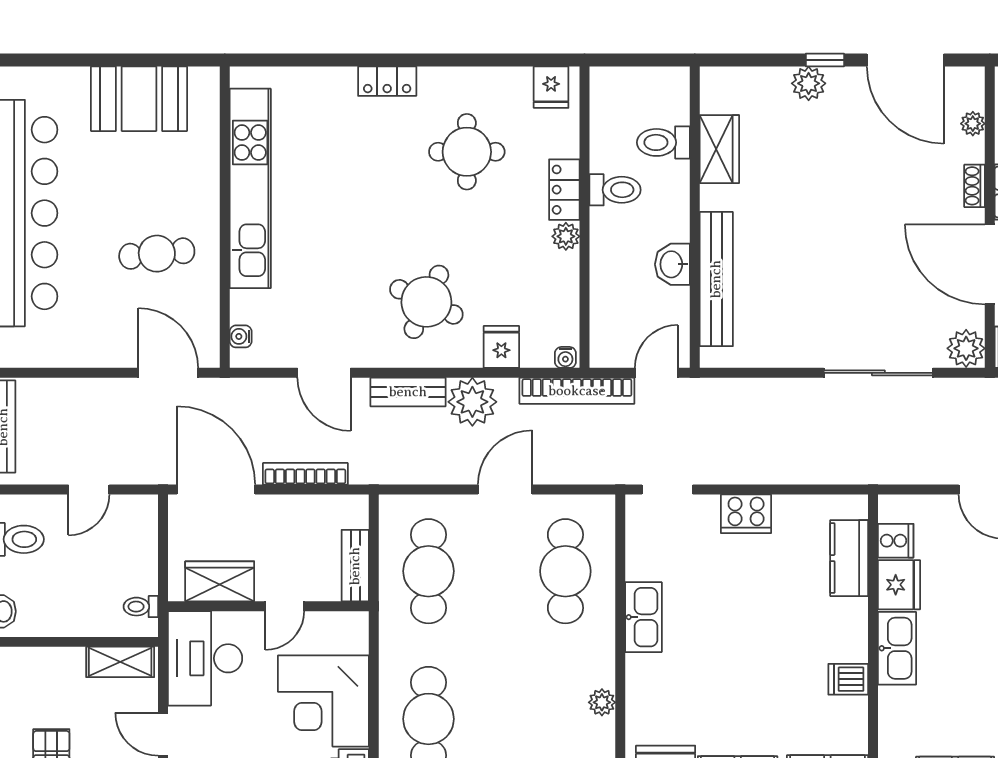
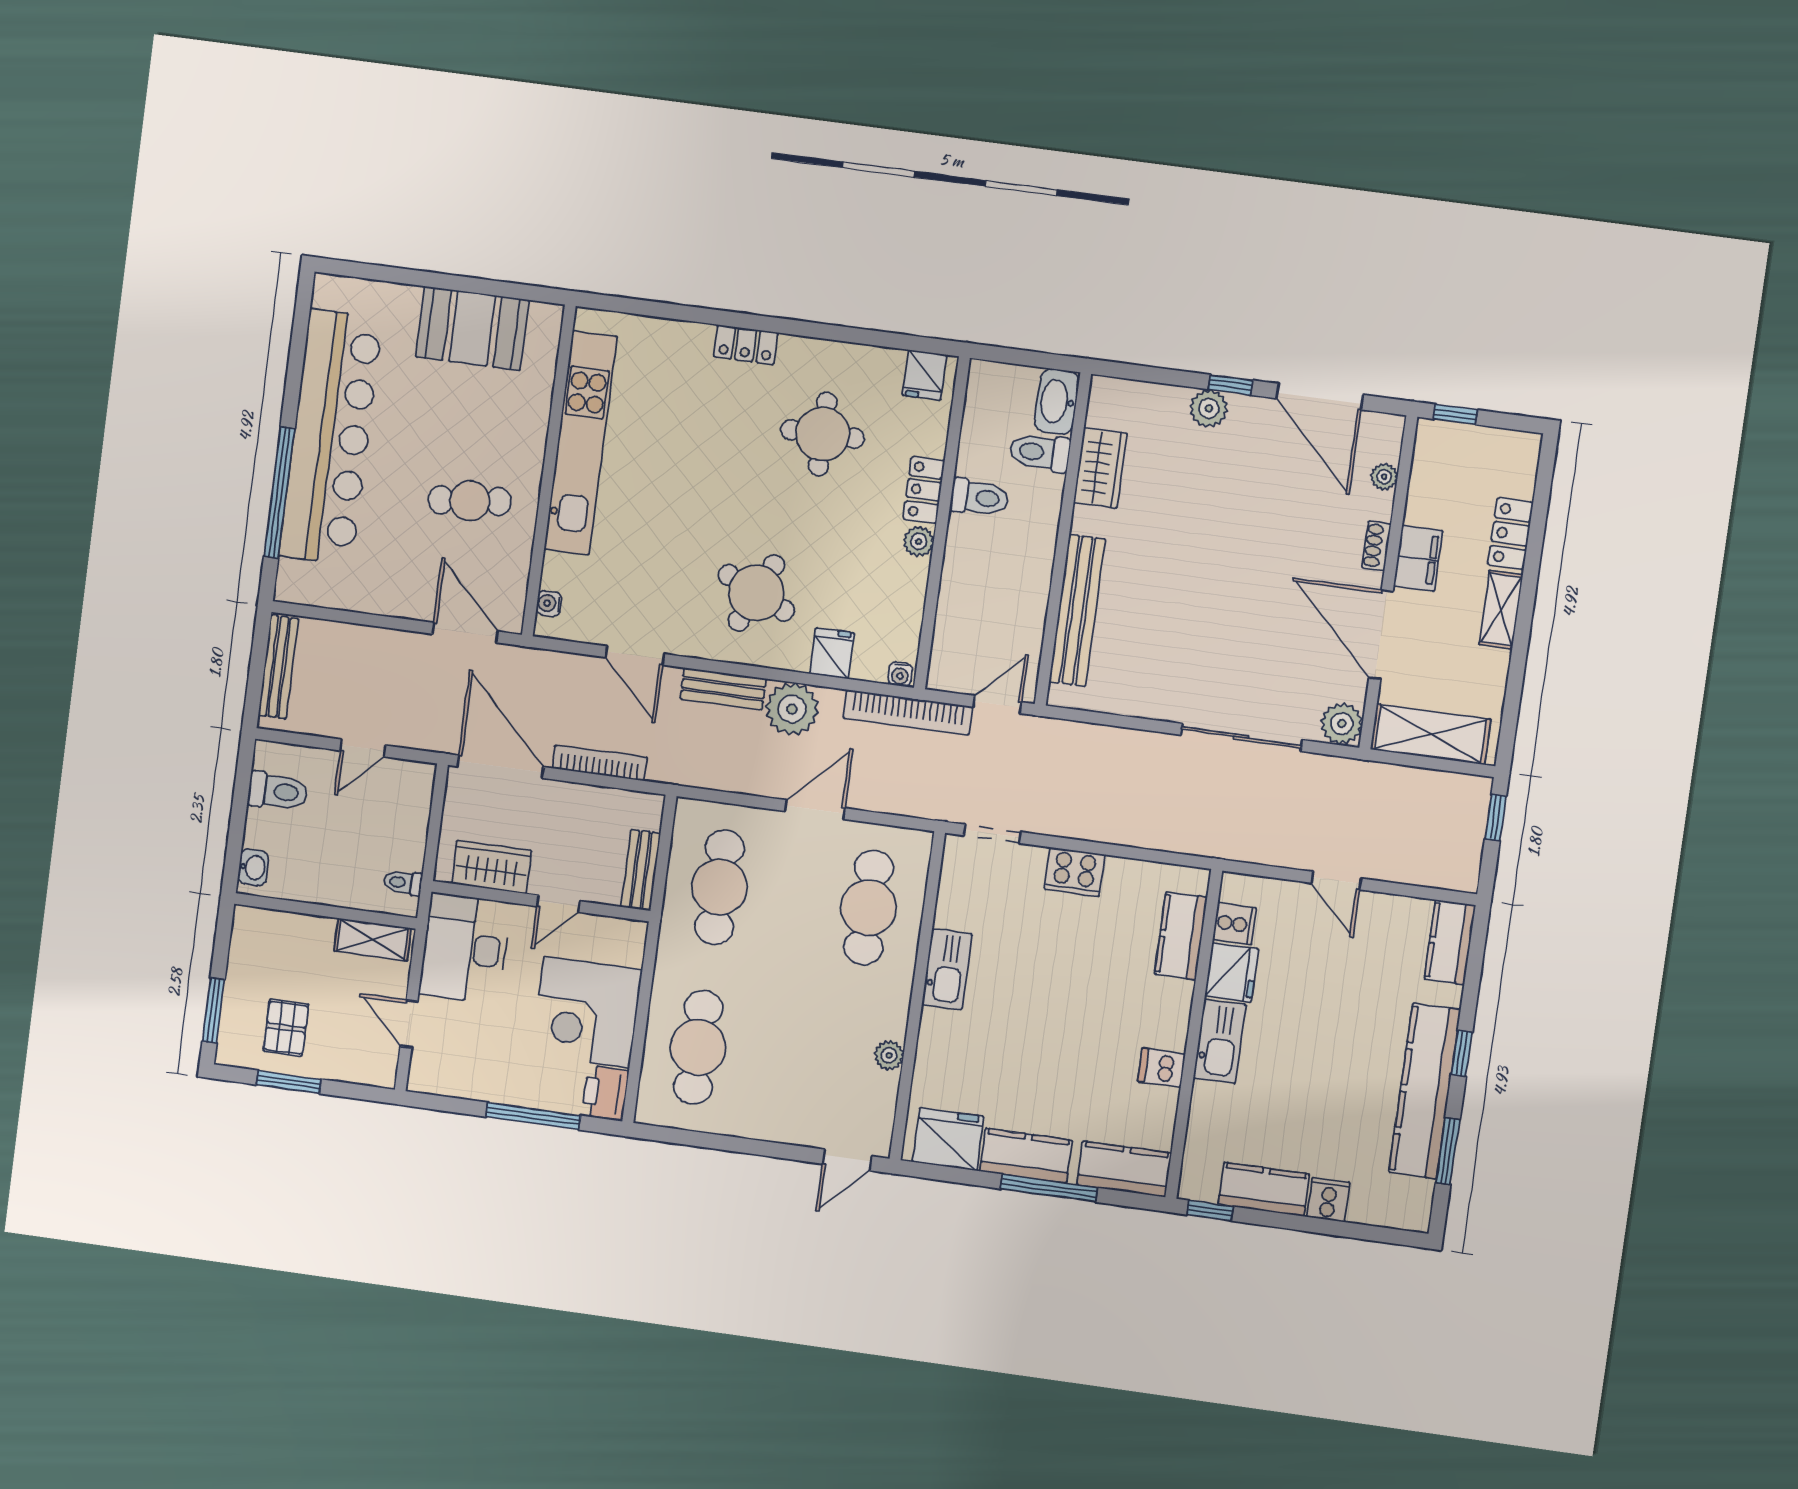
washbasin: (672, 264) -> (1057, 401), moved, width x1.38

